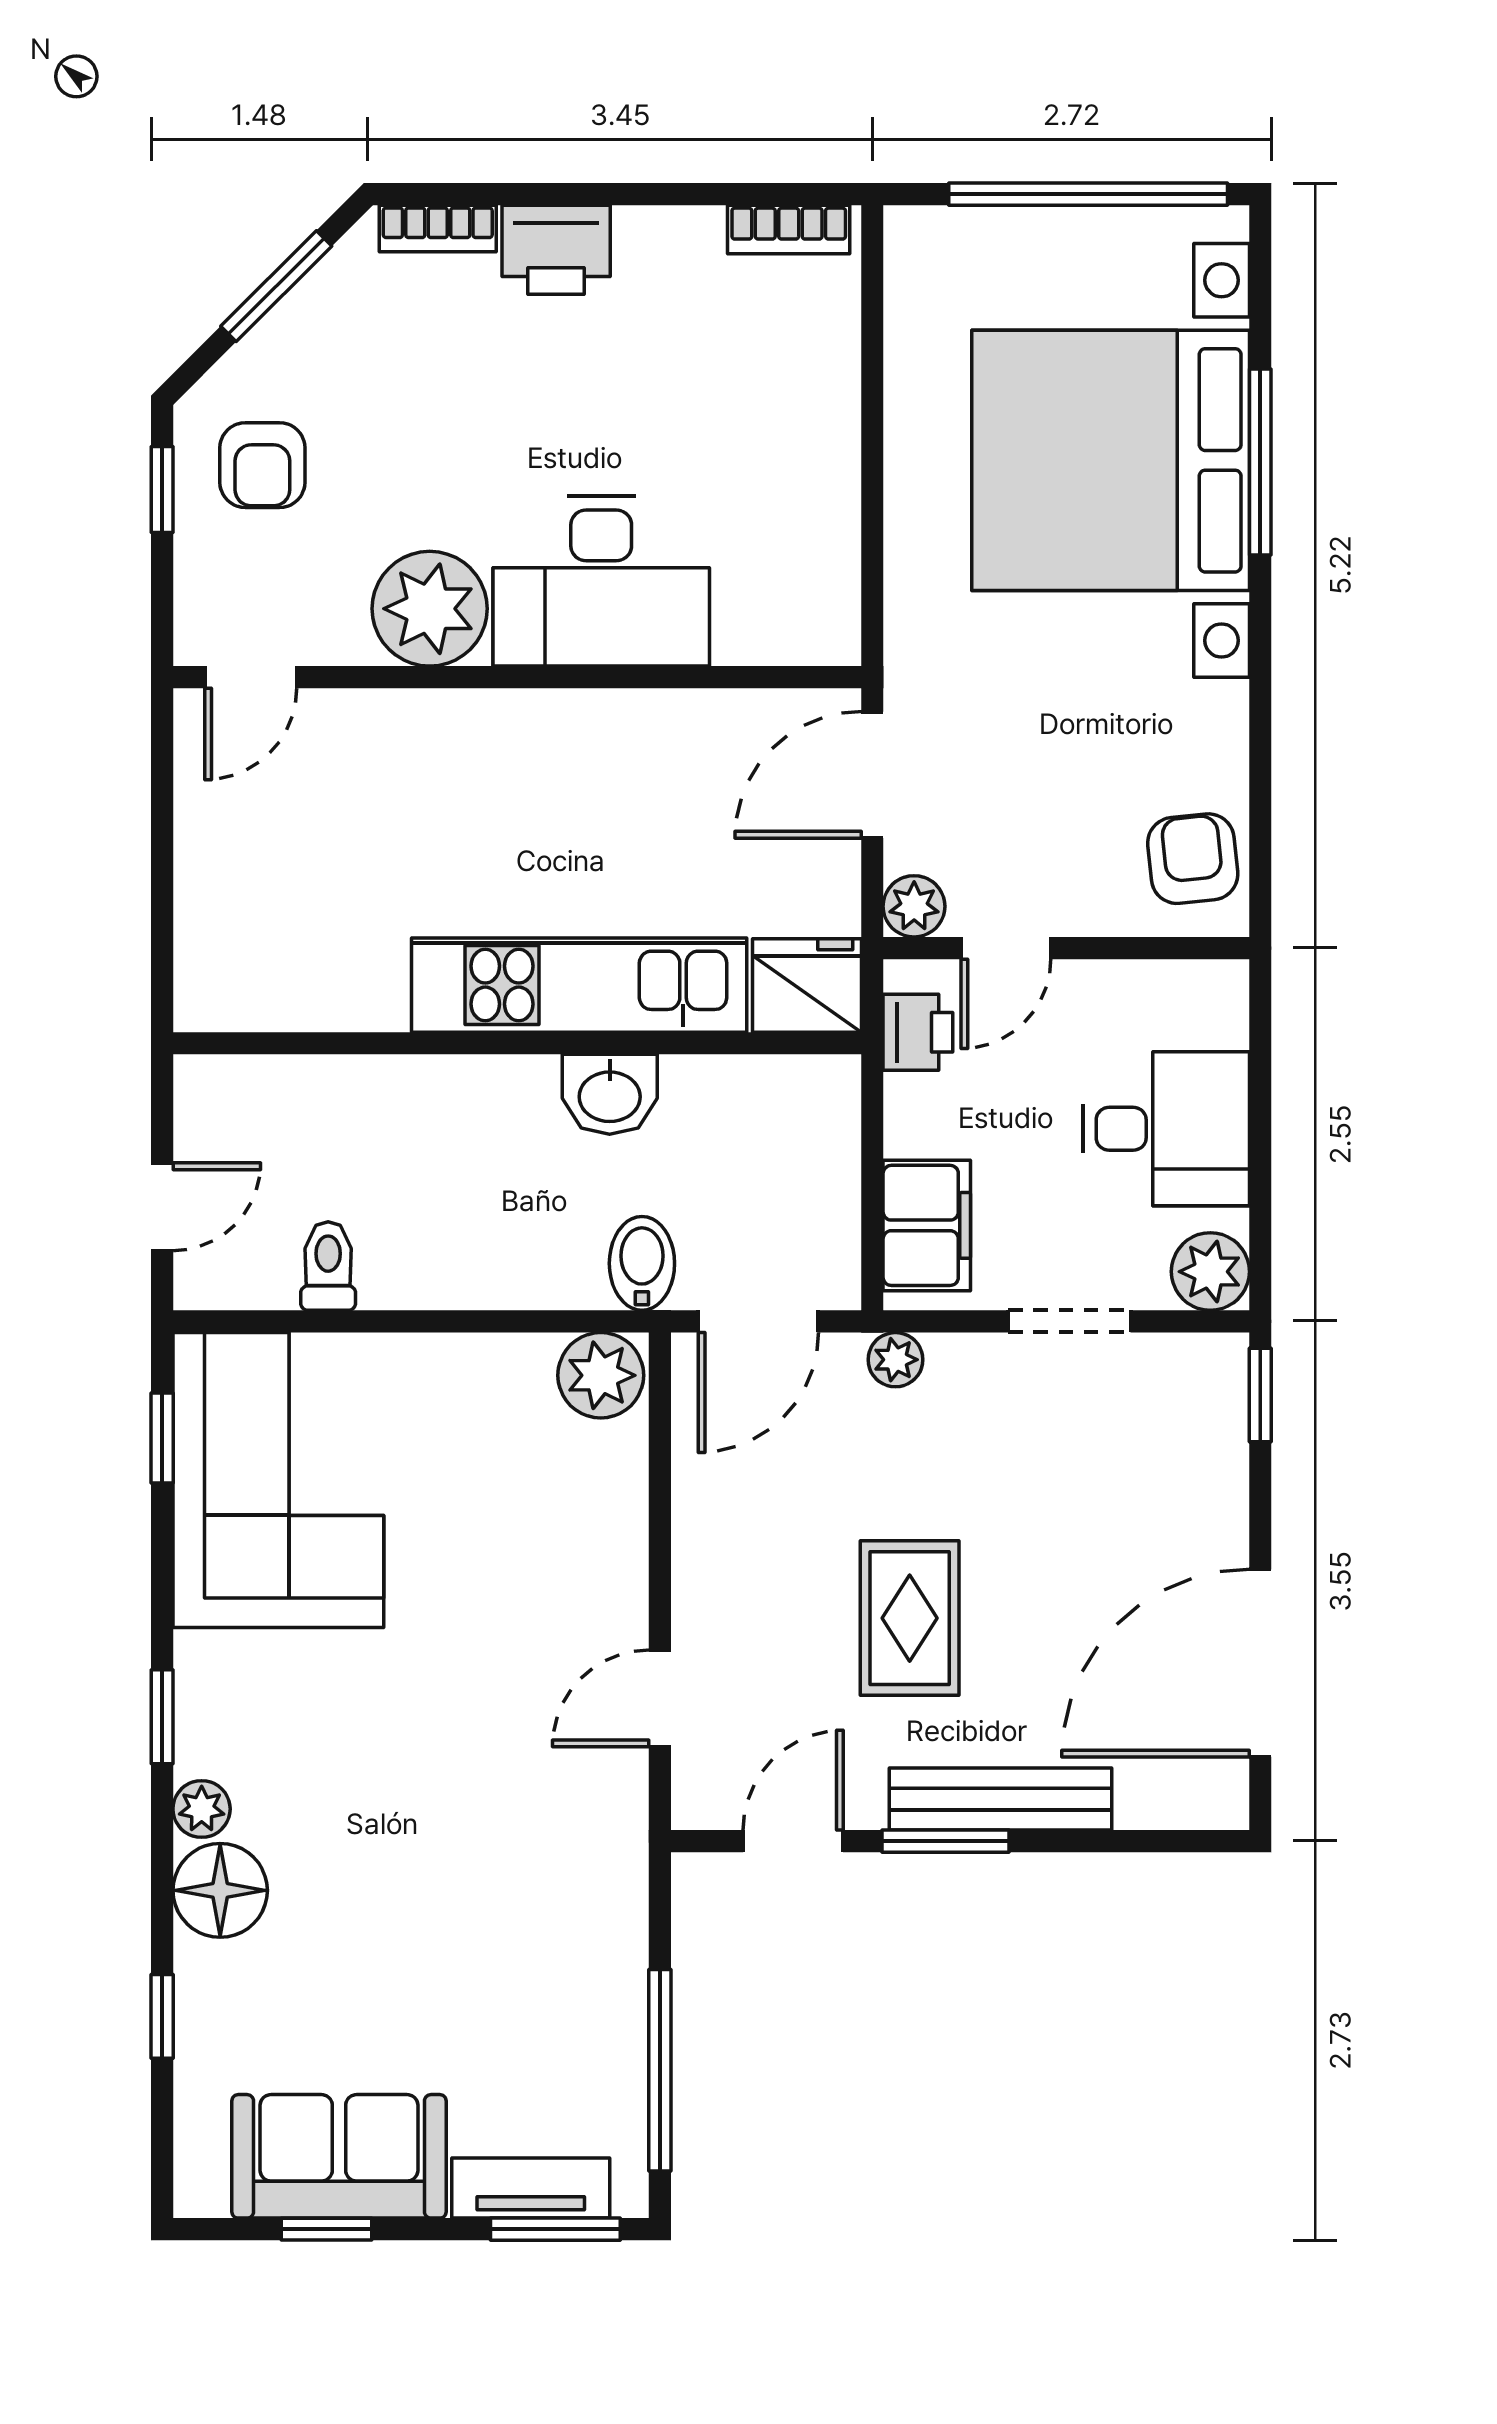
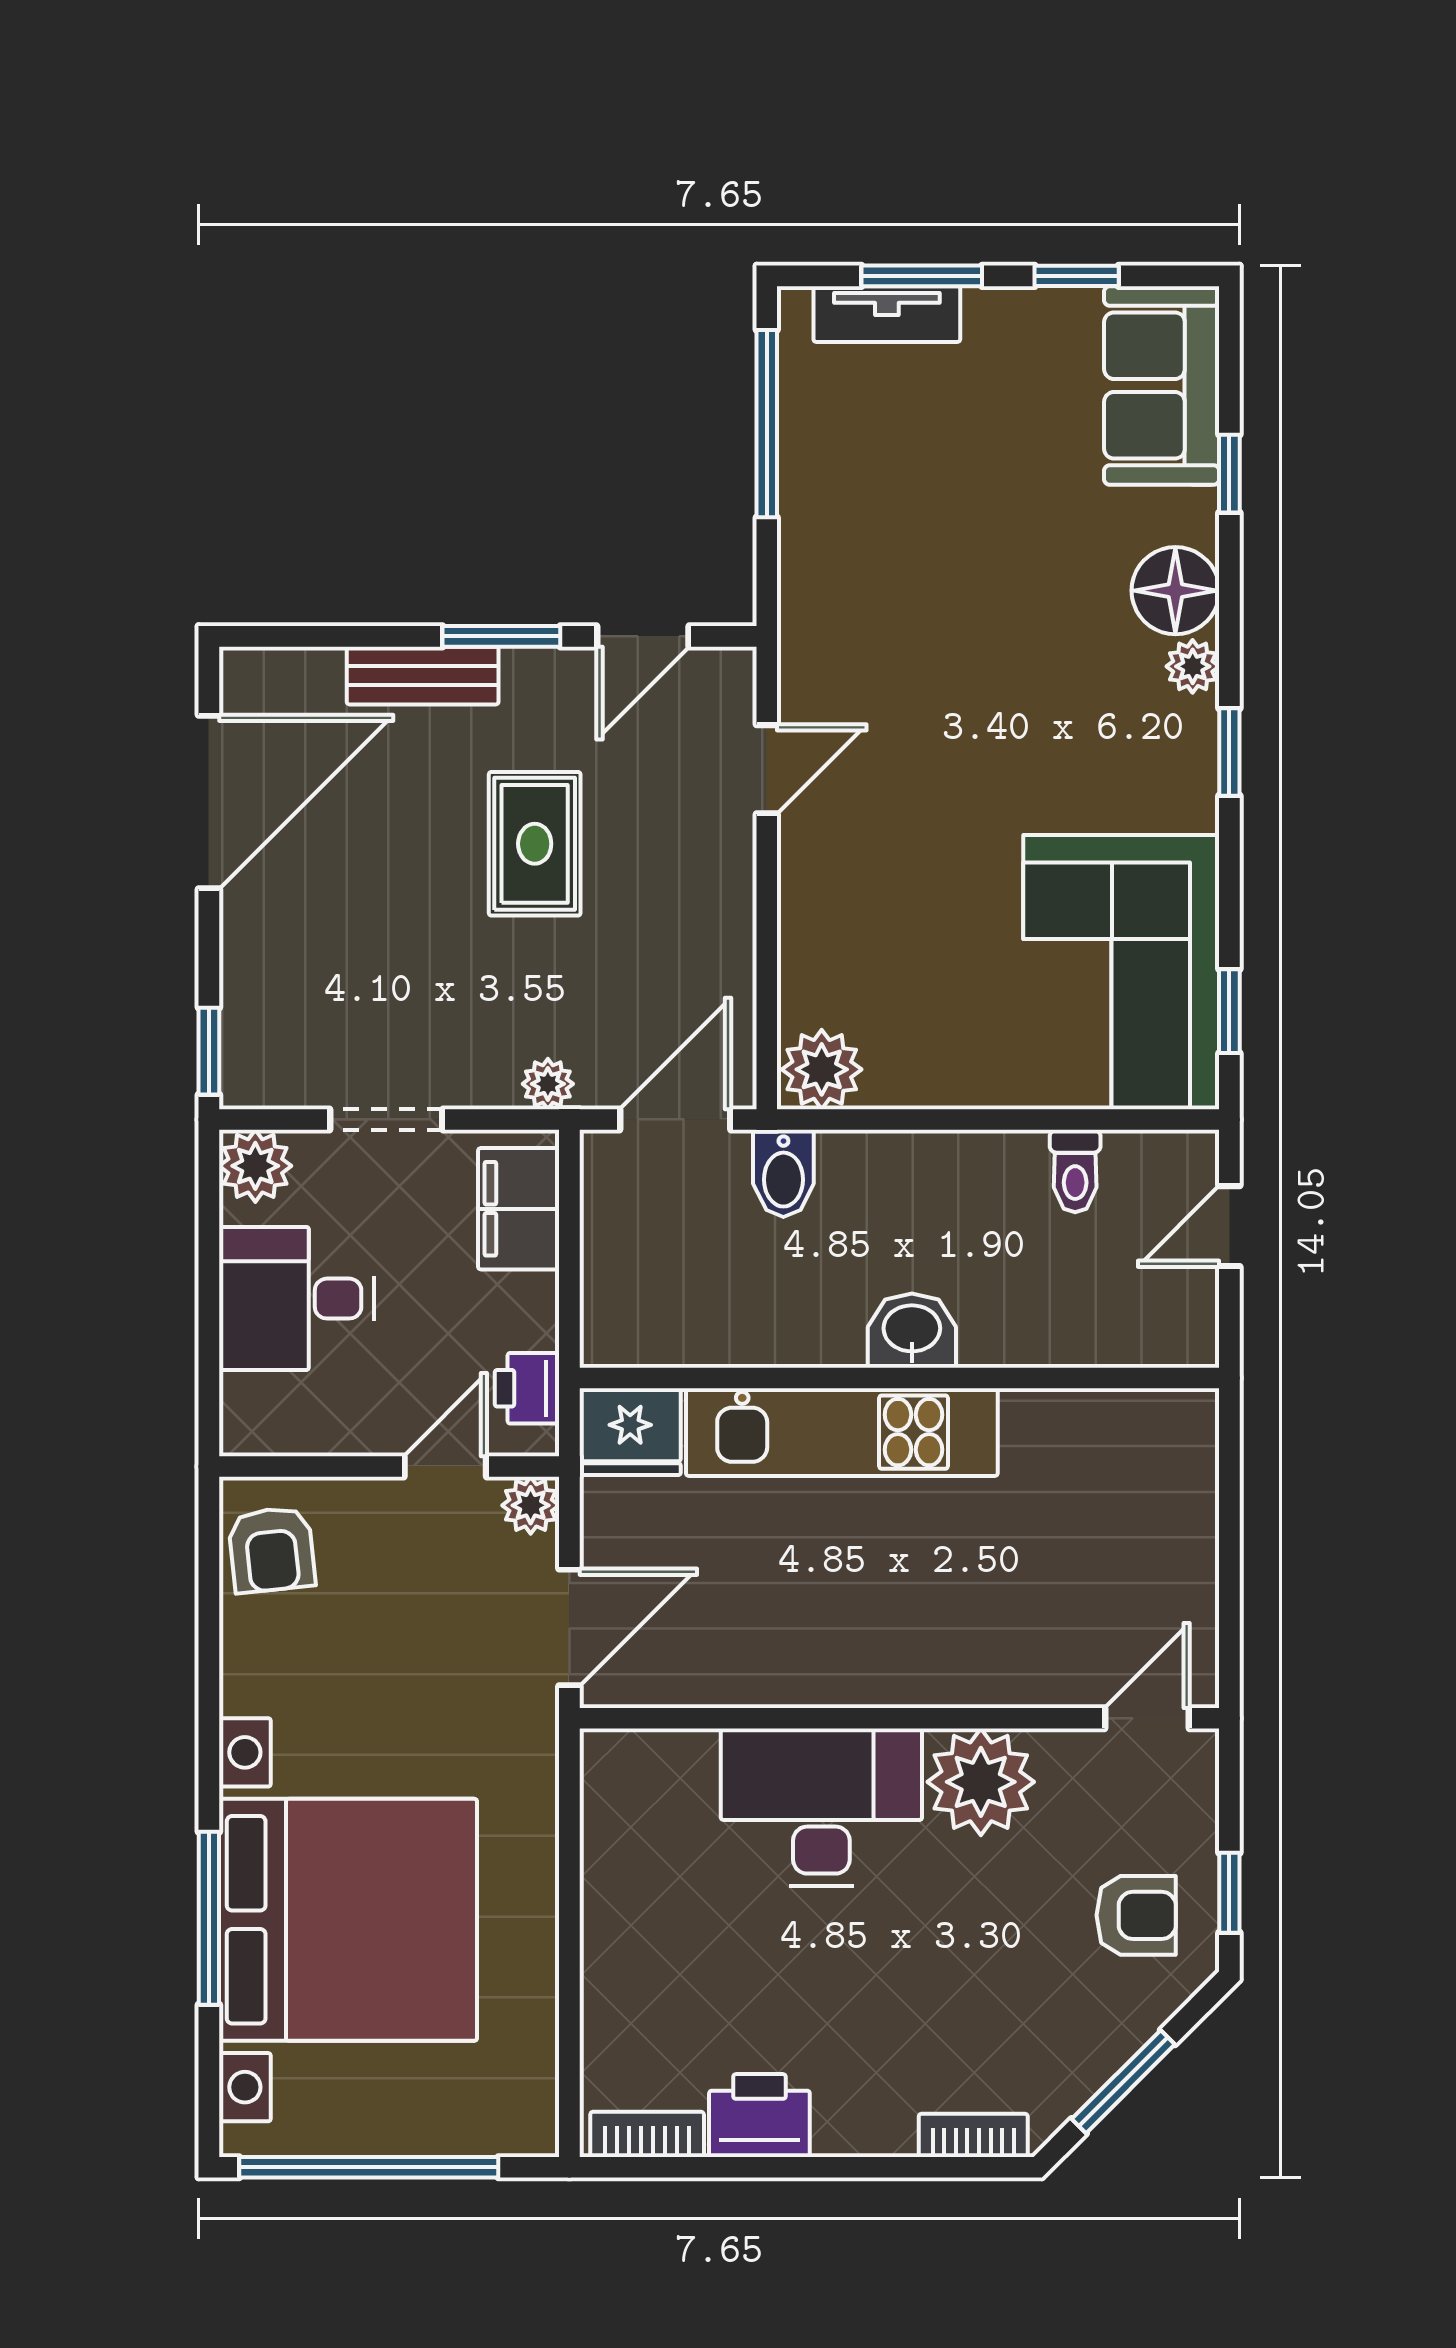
printer: (556, 250) -> (759, 2116), moved
armchair: (262, 465) -> (1136, 1915), turned 90
washbasin: (610, 1094) -> (912, 1331), moved
bench: (1000, 1799) -> (423, 676), width x0.73
sofa: (339, 2156) -> (1162, 385), moved, turned 90
window: (555, 2229) -> (922, 276), moved

